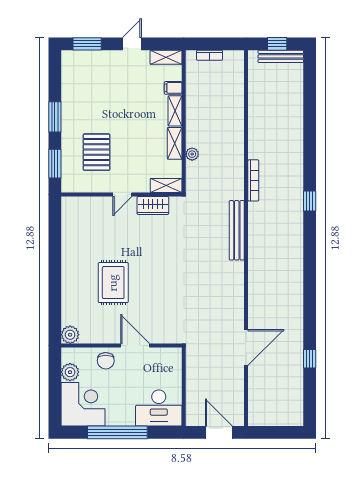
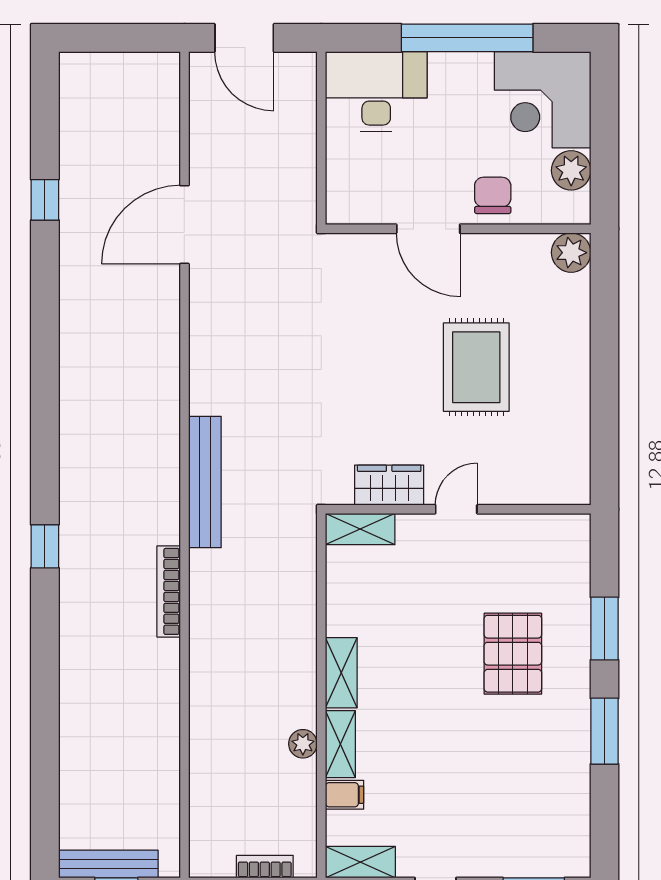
plant: (192, 154) -> (303, 744), moved
shelving: (166, 186) -> (360, 529), moved
door: (122, 195) -> (456, 509), moved
wall: (122, 195) -> (458, 509), moved
wardrobe: (153, 206) -> (389, 485), moved

